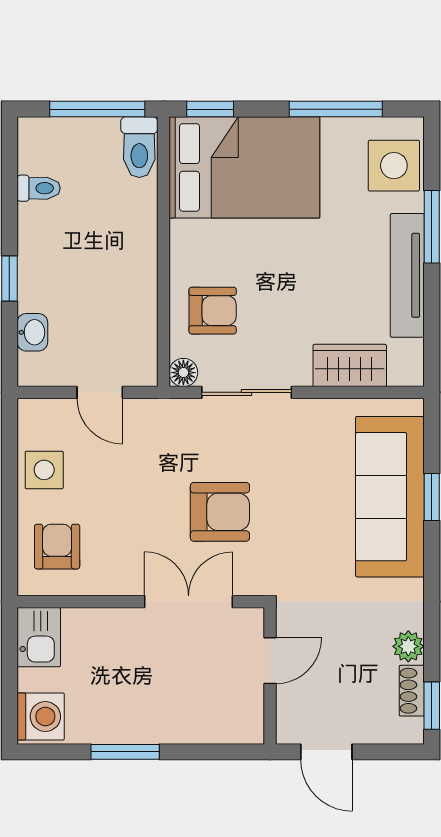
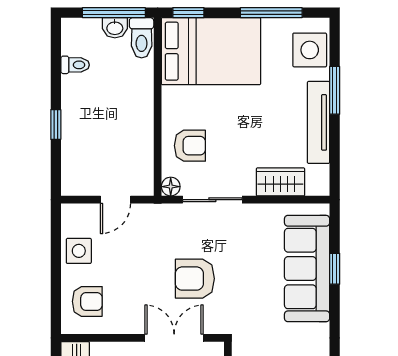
washbasin: (32, 332) -> (115, 28), moved, turned 90
door: (100, 392) -> (115, 200), hinge flipped
armchair: (220, 512) -> (195, 279), turned 180
armchair: (57, 547) -> (87, 301), turned 90

